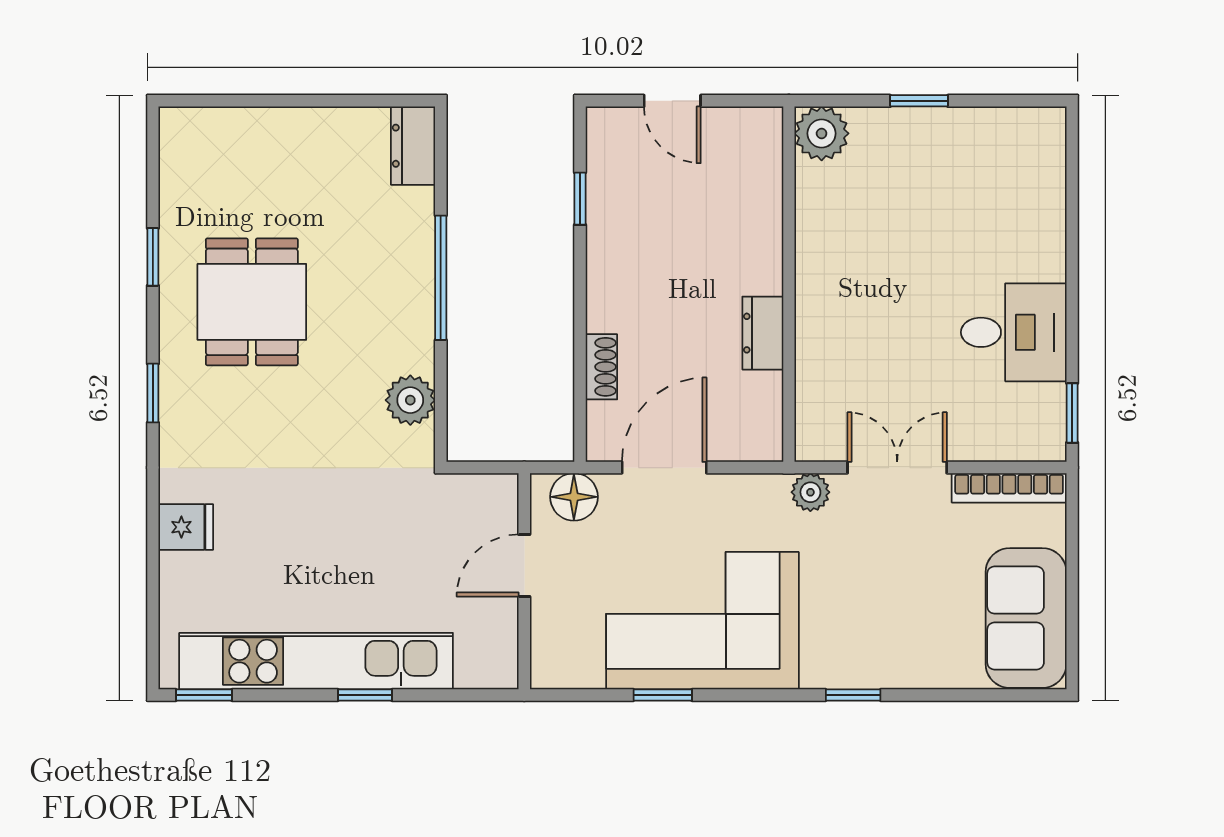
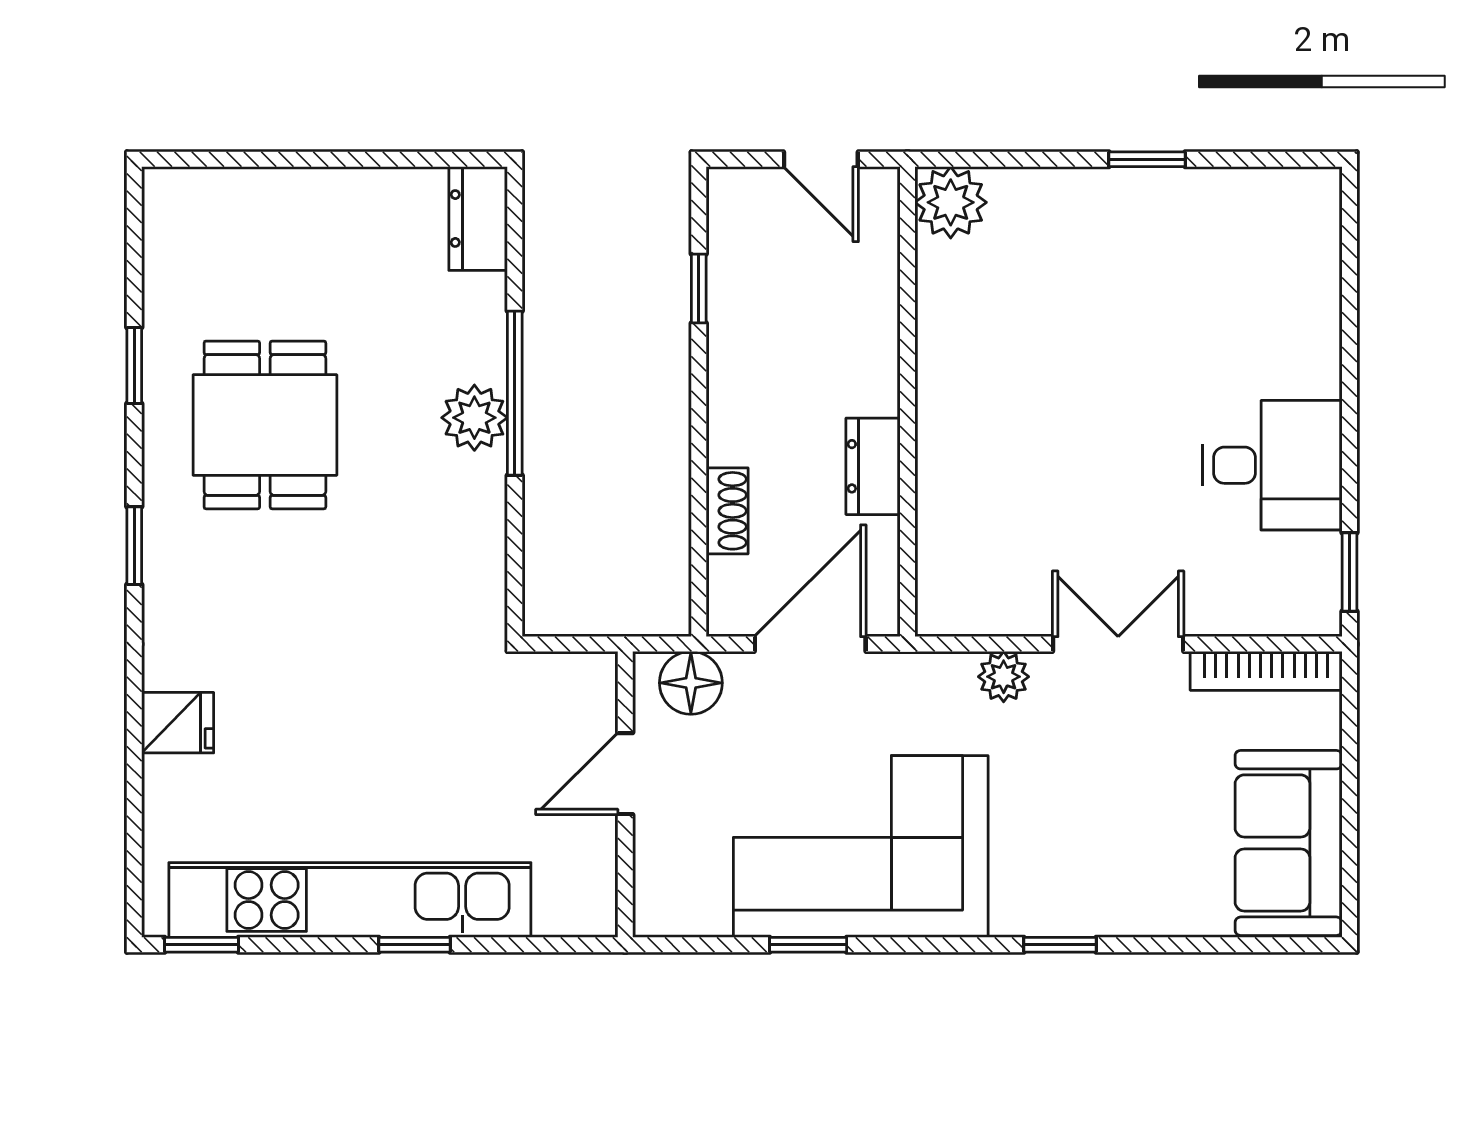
plant: (822, 133) -> (951, 202), moved
wall: (789, 284) -> (908, 402), moved
dresser: (763, 333) -> (873, 466), moved
plant: (410, 400) -> (474, 418), moved

